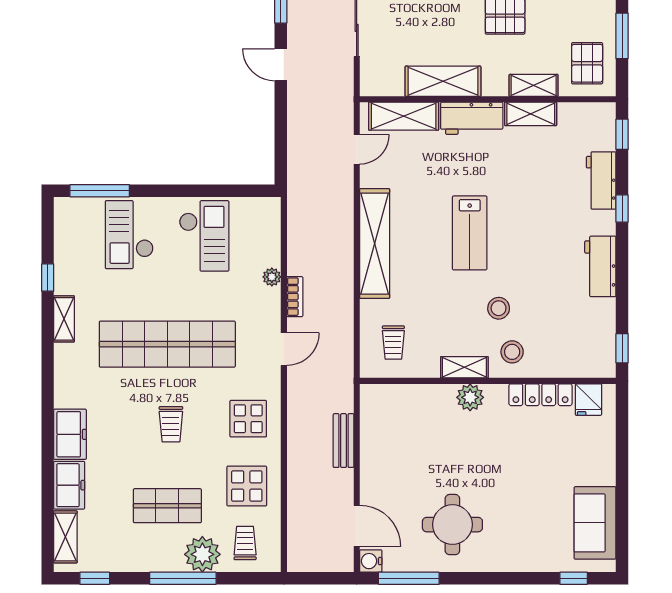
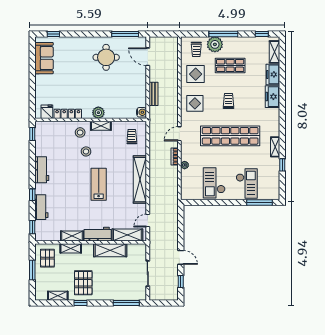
water cooler: (371, 561) -> (142, 112), moved

